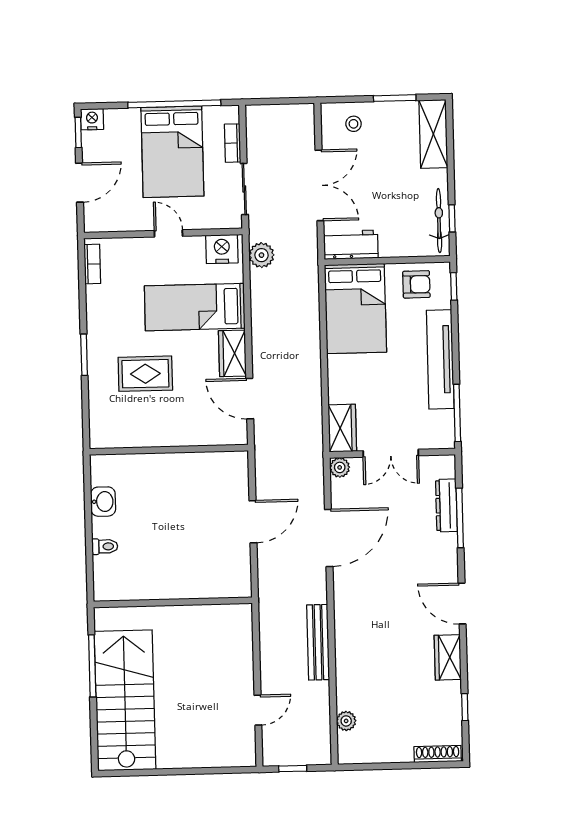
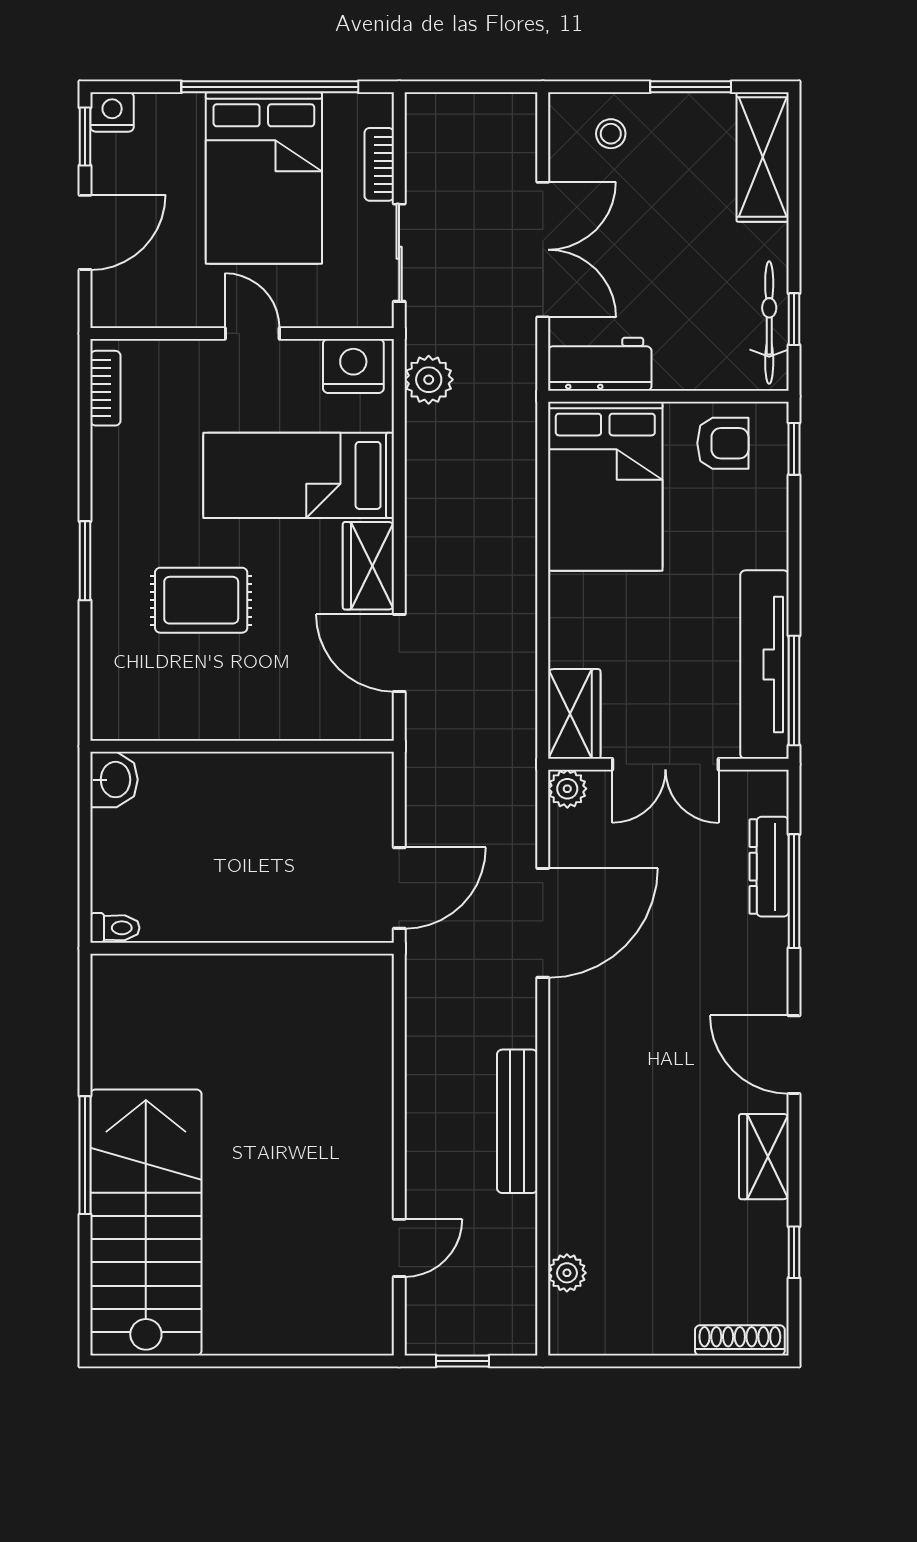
tv unit: (440, 359) -> (765, 665), moved
washbasin: (103, 502) -> (114, 780), moved
wall: (173, 602) -> (242, 948), moved

